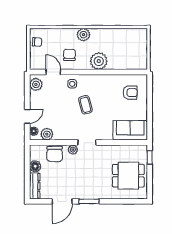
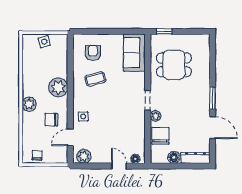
side table: (140, 48) -> (44, 42), added
coffee table: (85, 105) -> (95, 79), moved
plant: (47, 134) -> (139, 144), removed
chair: (55, 154) -> (160, 136), turned -90
dining table: (128, 176) -> (174, 65), moved, turned 90

